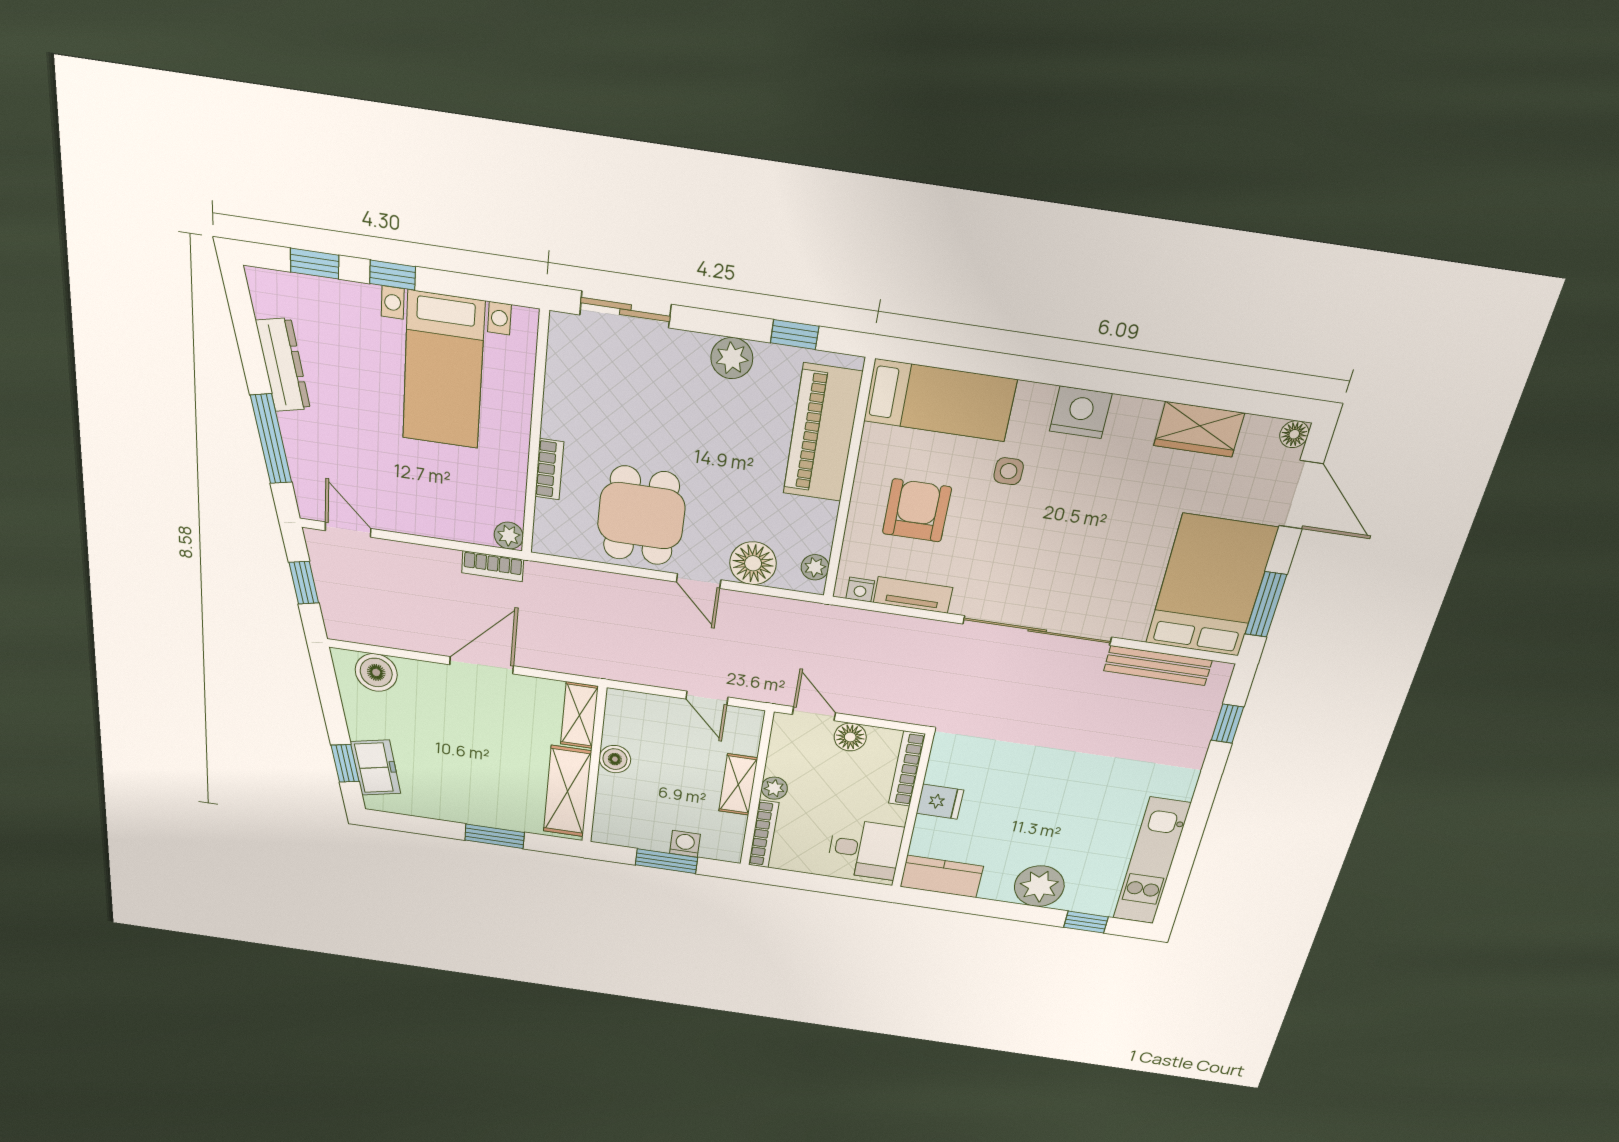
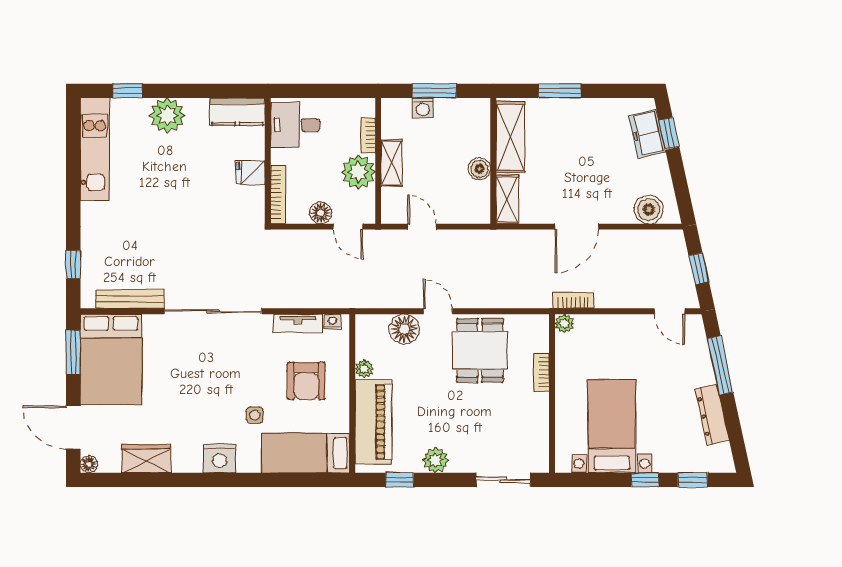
plant: (815, 567) -> (364, 369), moved
plant: (774, 788) -> (358, 172), width x1.87, depth x1.87
bookcase: (764, 834) -> (368, 135), width x0.64

